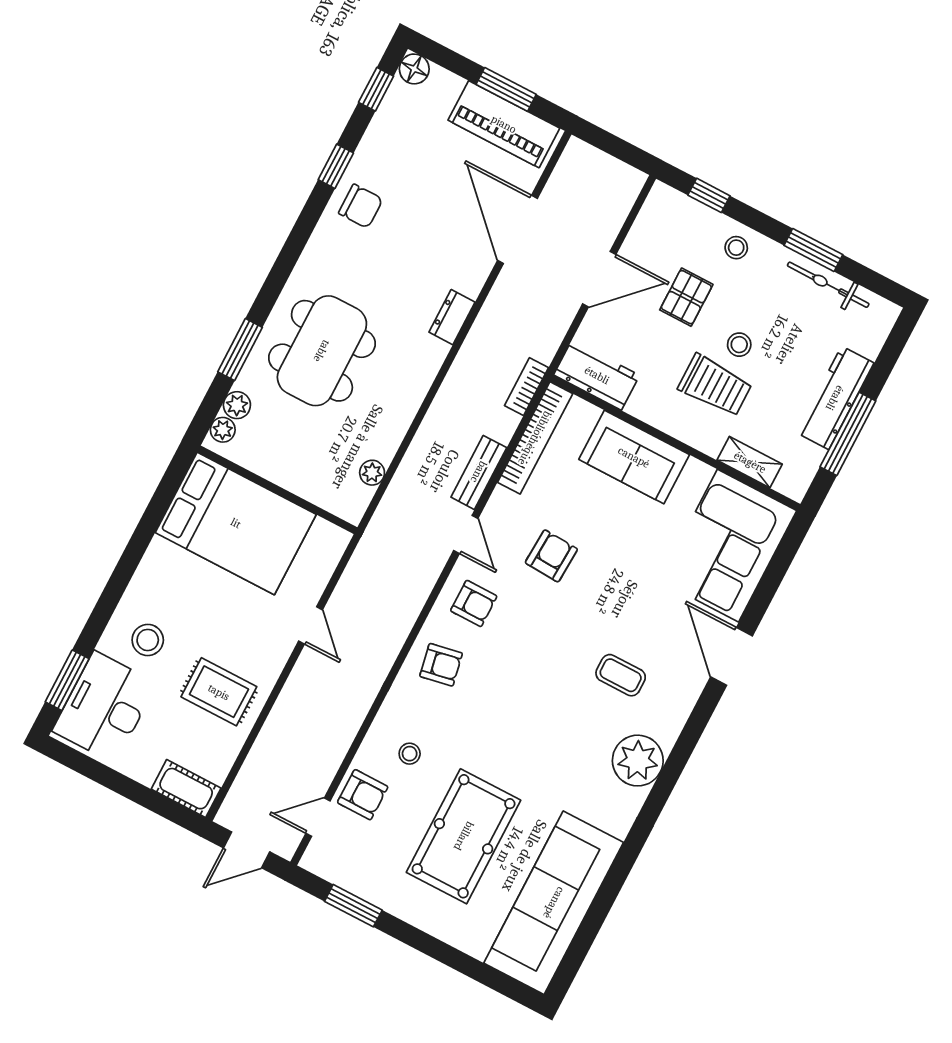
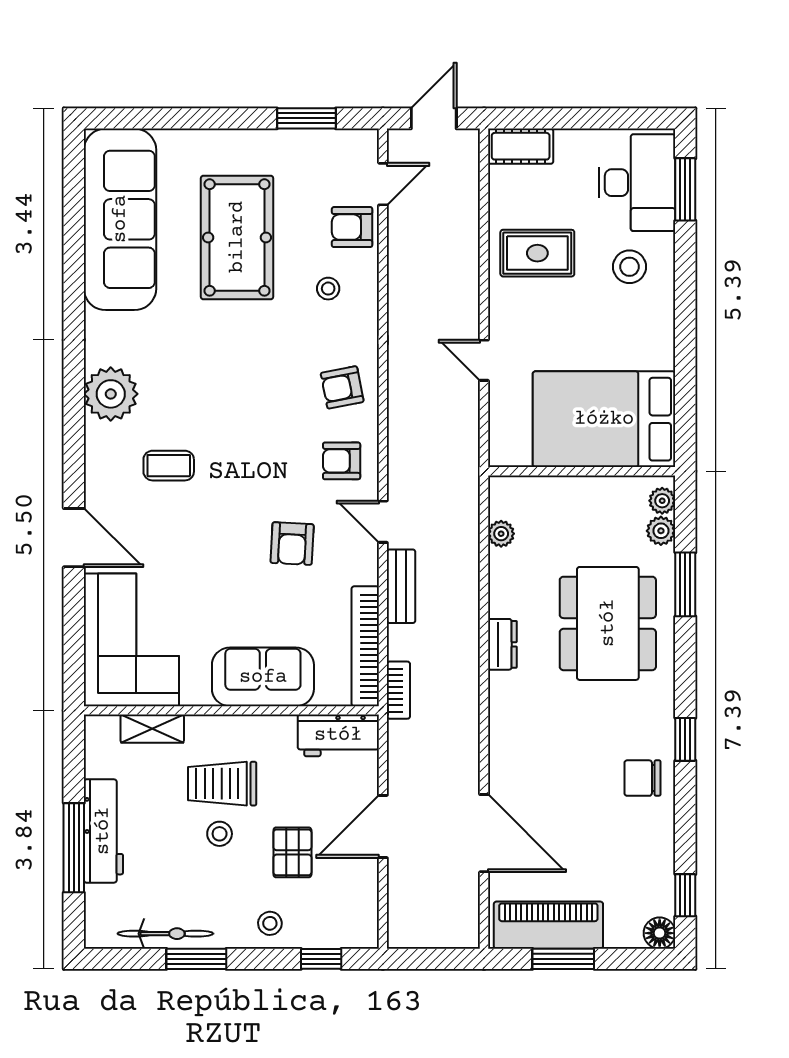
window: (336, 166) -> (685, 739), moved
dresser: (452, 317) -> (502, 644), moved
window: (848, 434) -> (74, 848), moved

